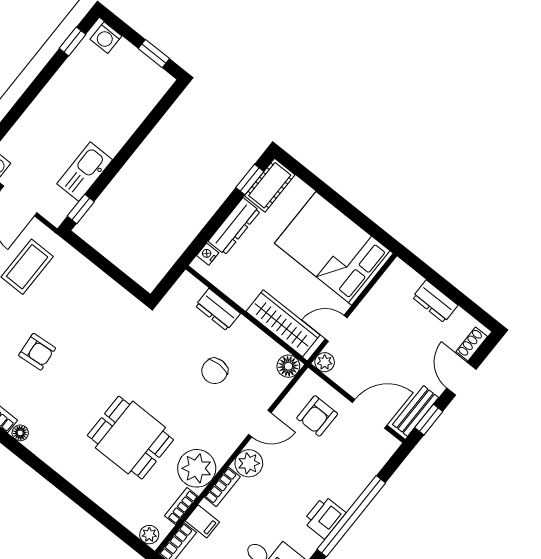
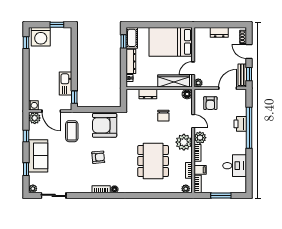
washing machine: (106, 38) -> (41, 37), width x1.89, depth x1.89
armchair: (95, 303) -> (105, 125), added
door: (260, 424) -> (193, 121), hinge flipped
dining table: (130, 438) -> (153, 161), width x1.38
plant: (197, 468) -> (184, 142), moved
printer: (324, 517) -> (240, 124), moved

